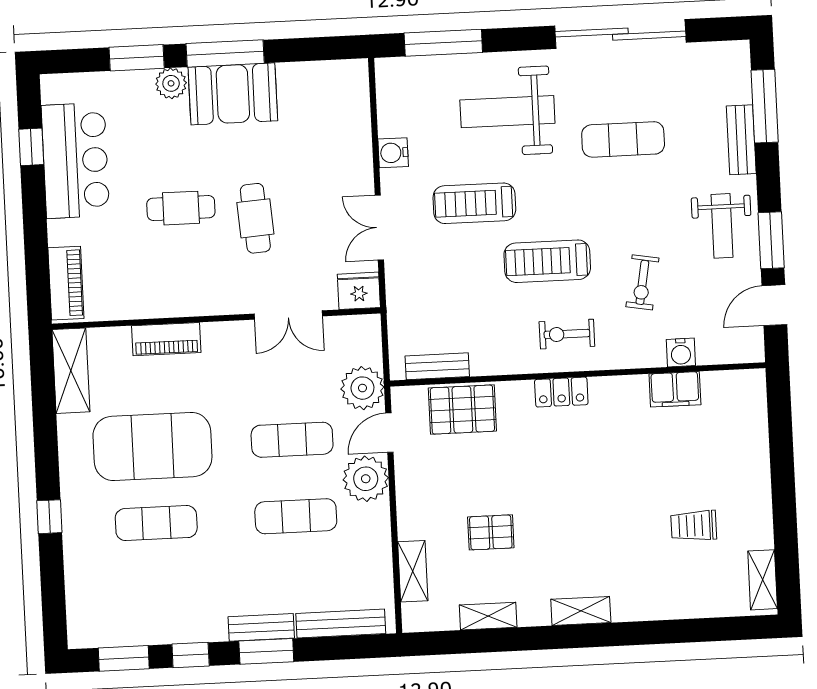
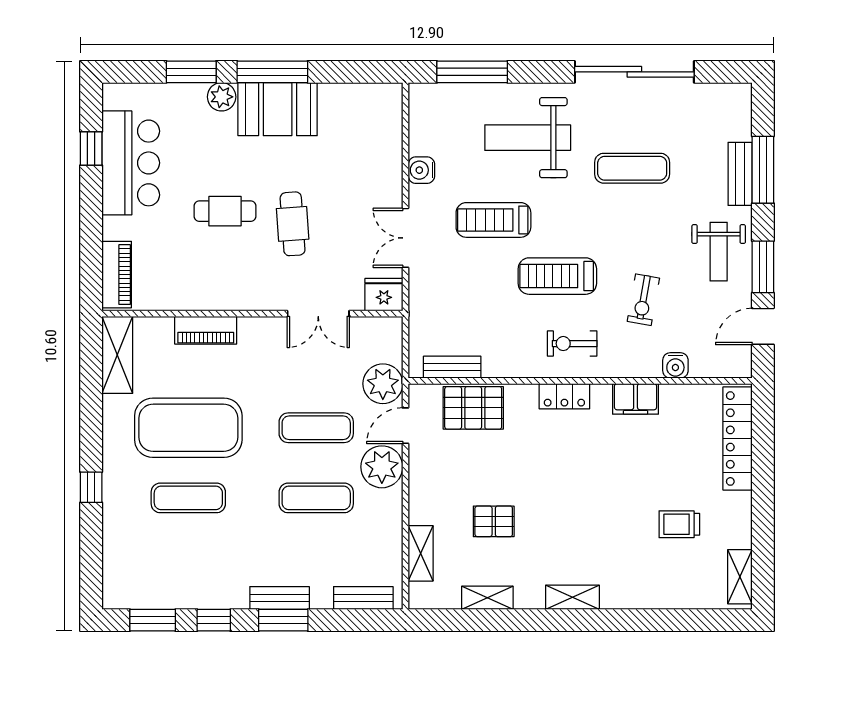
window: (765, 106) -> (763, 170), moved
filing cabinet: (675, 389) -> (636, 399), moved
locker: (753, 429) -> (738, 439), added
bench: (341, 624) -> (363, 598), width x0.73

